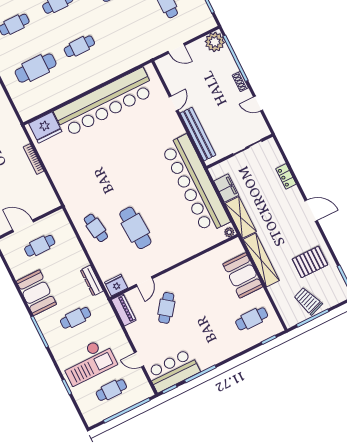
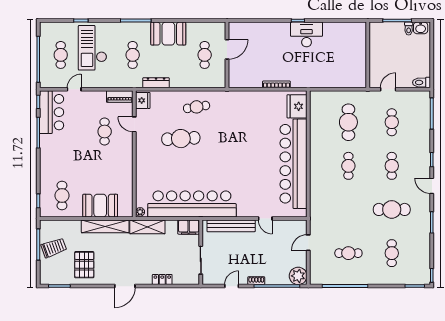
filing cabinet: (226, 188) -> (189, 227), moved
cafe table: (166, 308) -> (105, 132), turned 53

